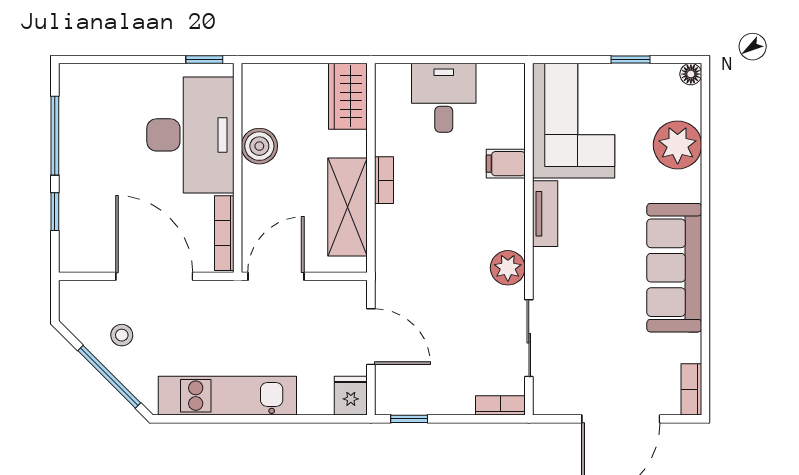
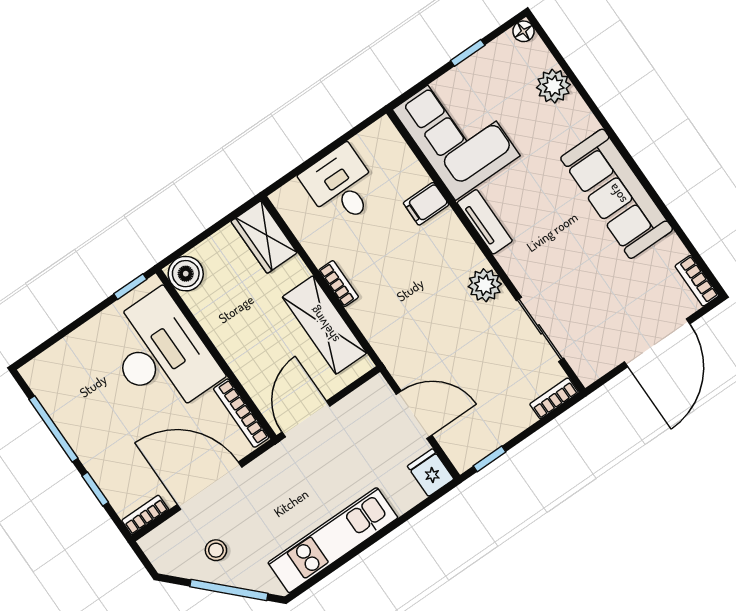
plant: (678, 145) -> (553, 86), width x0.73, depth x0.73
boiler: (259, 146) -> (186, 274), moved
bookcase: (82, 263) -> (145, 515), added

